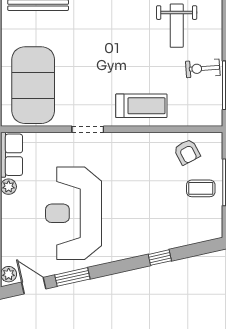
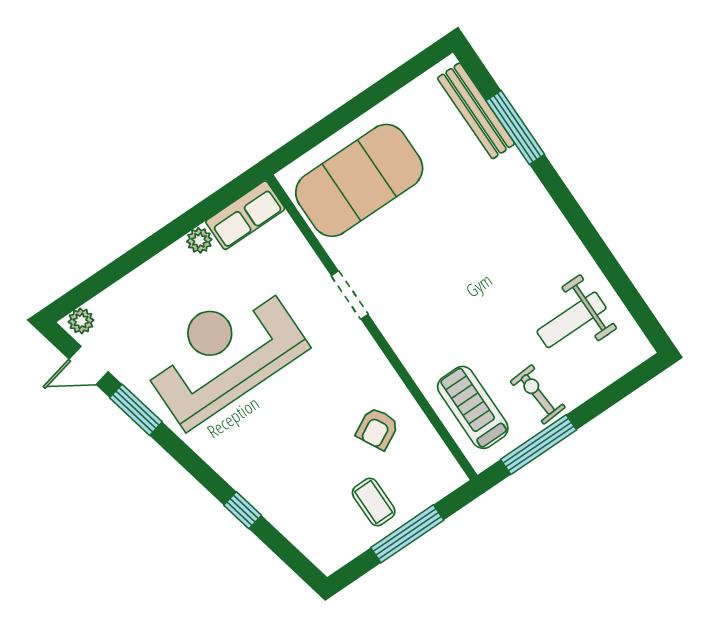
treadmill: (141, 106) -> (473, 407), moved, turned 180
armchair: (187, 152) -> (377, 429), moved
door: (34, 286) -> (89, 365), swing flipped

